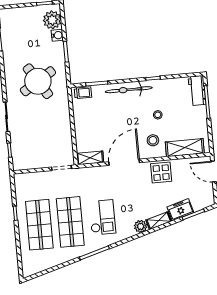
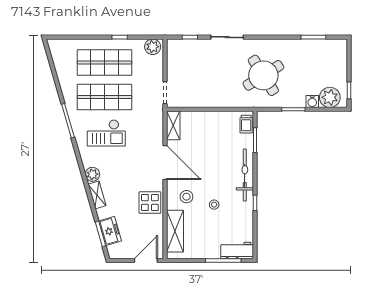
plant: (21, 183) -> (153, 47), added
freezer: (180, 210) -> (110, 231), moved

